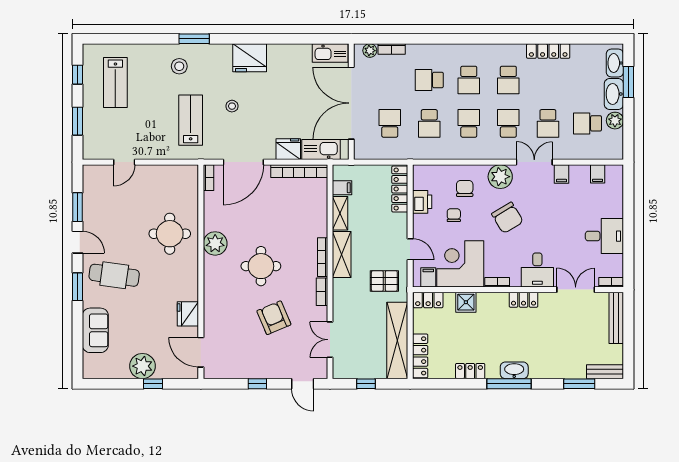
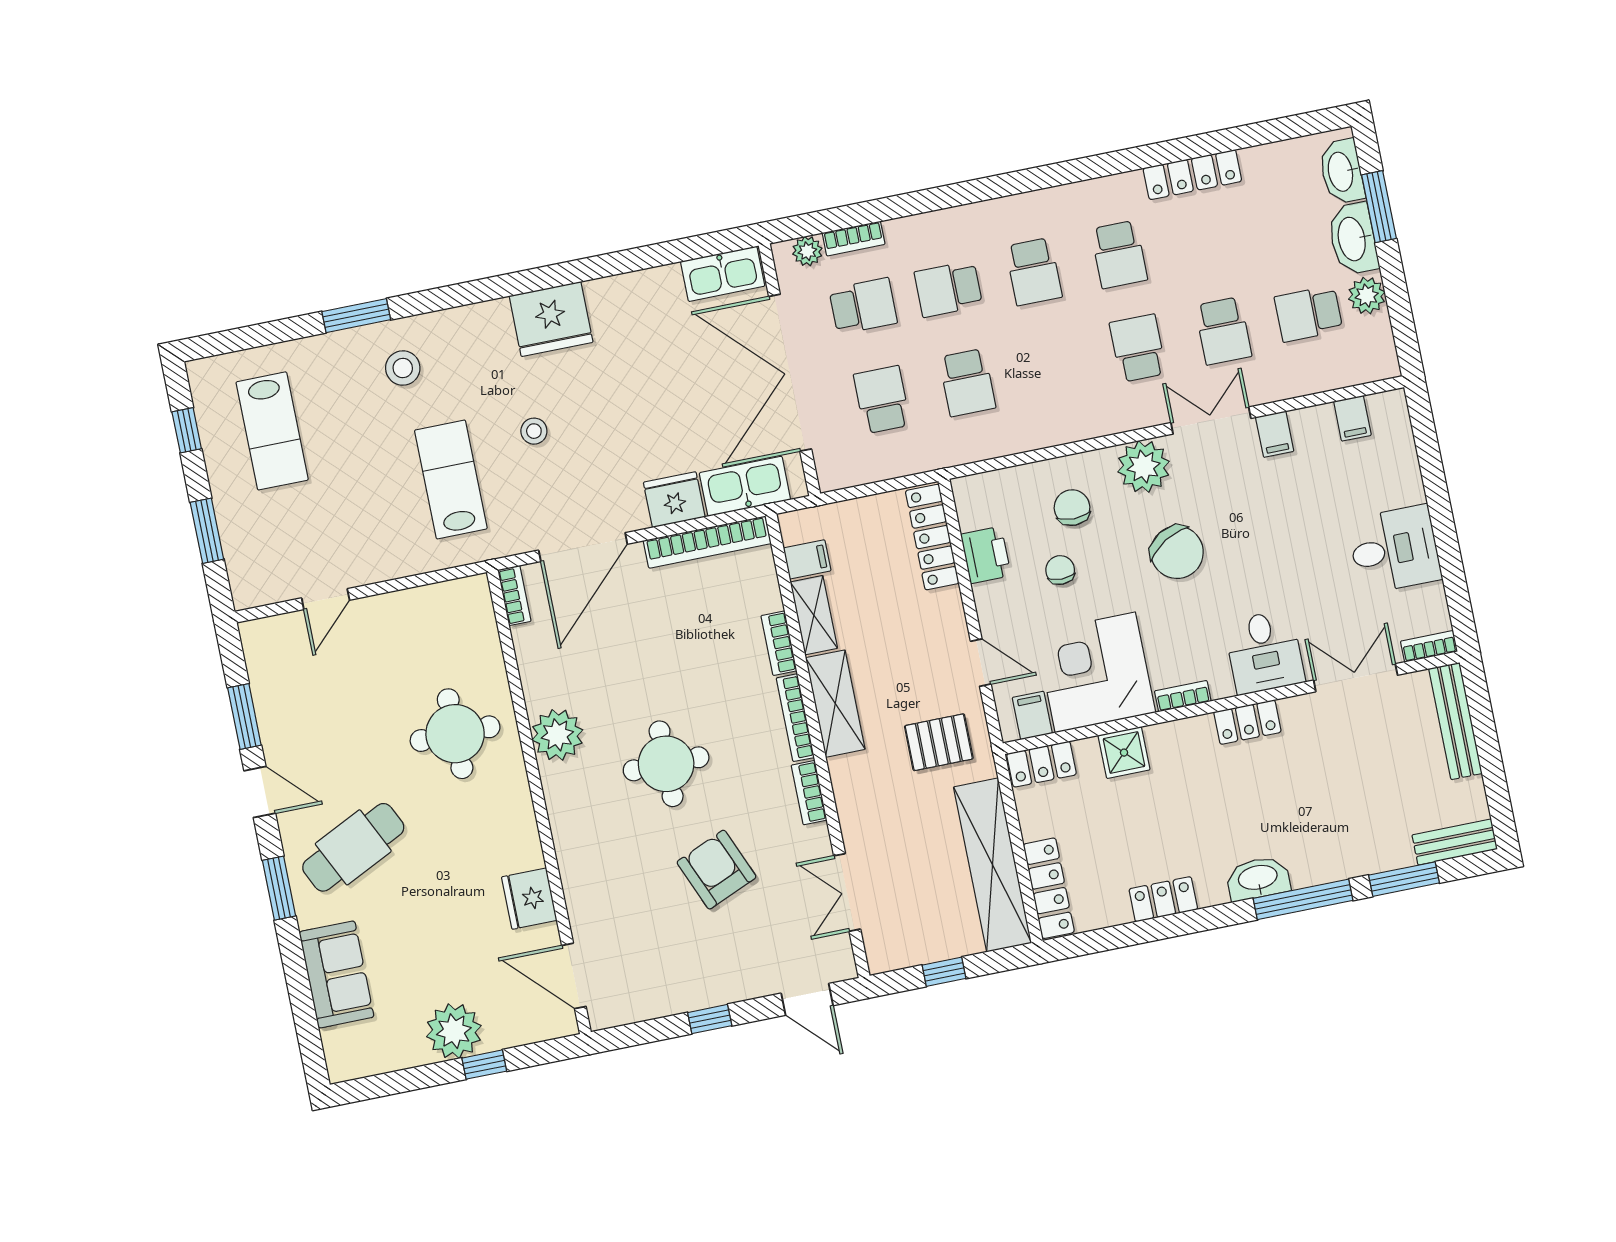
window: (194, 39) -> (356, 316), moved
school desk: (469, 123) -> (863, 306), moved, turned 90
bookcase: (322, 223) -> (779, 643), added
cafe table: (114, 275) -> (353, 847), turned -34
window: (509, 384) -> (1303, 899), moved

